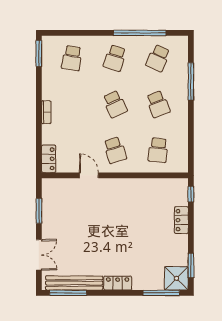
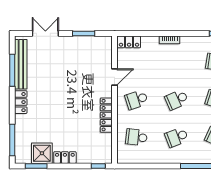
locker: (133, 185) -> (106, 115), added
locker: (181, 220) -> (65, 158), moved
double door: (39, 255) -> (45, 33), swing flipped
shower: (176, 278) -> (42, 153), moved
window: (68, 293) -> (12, 70), moved

